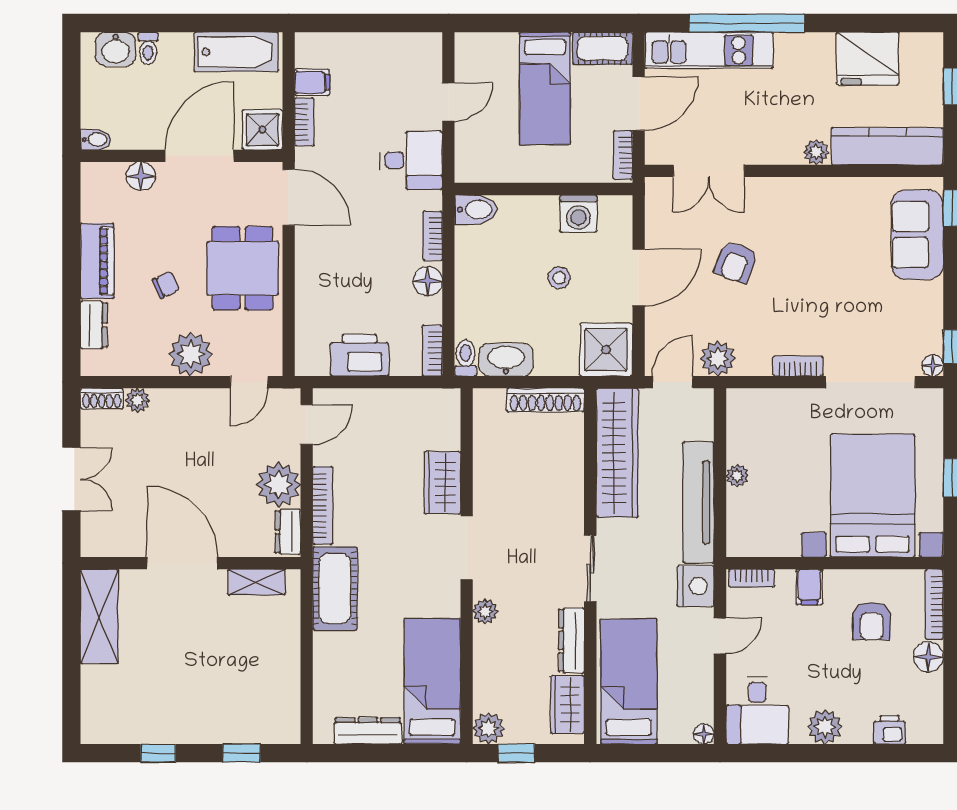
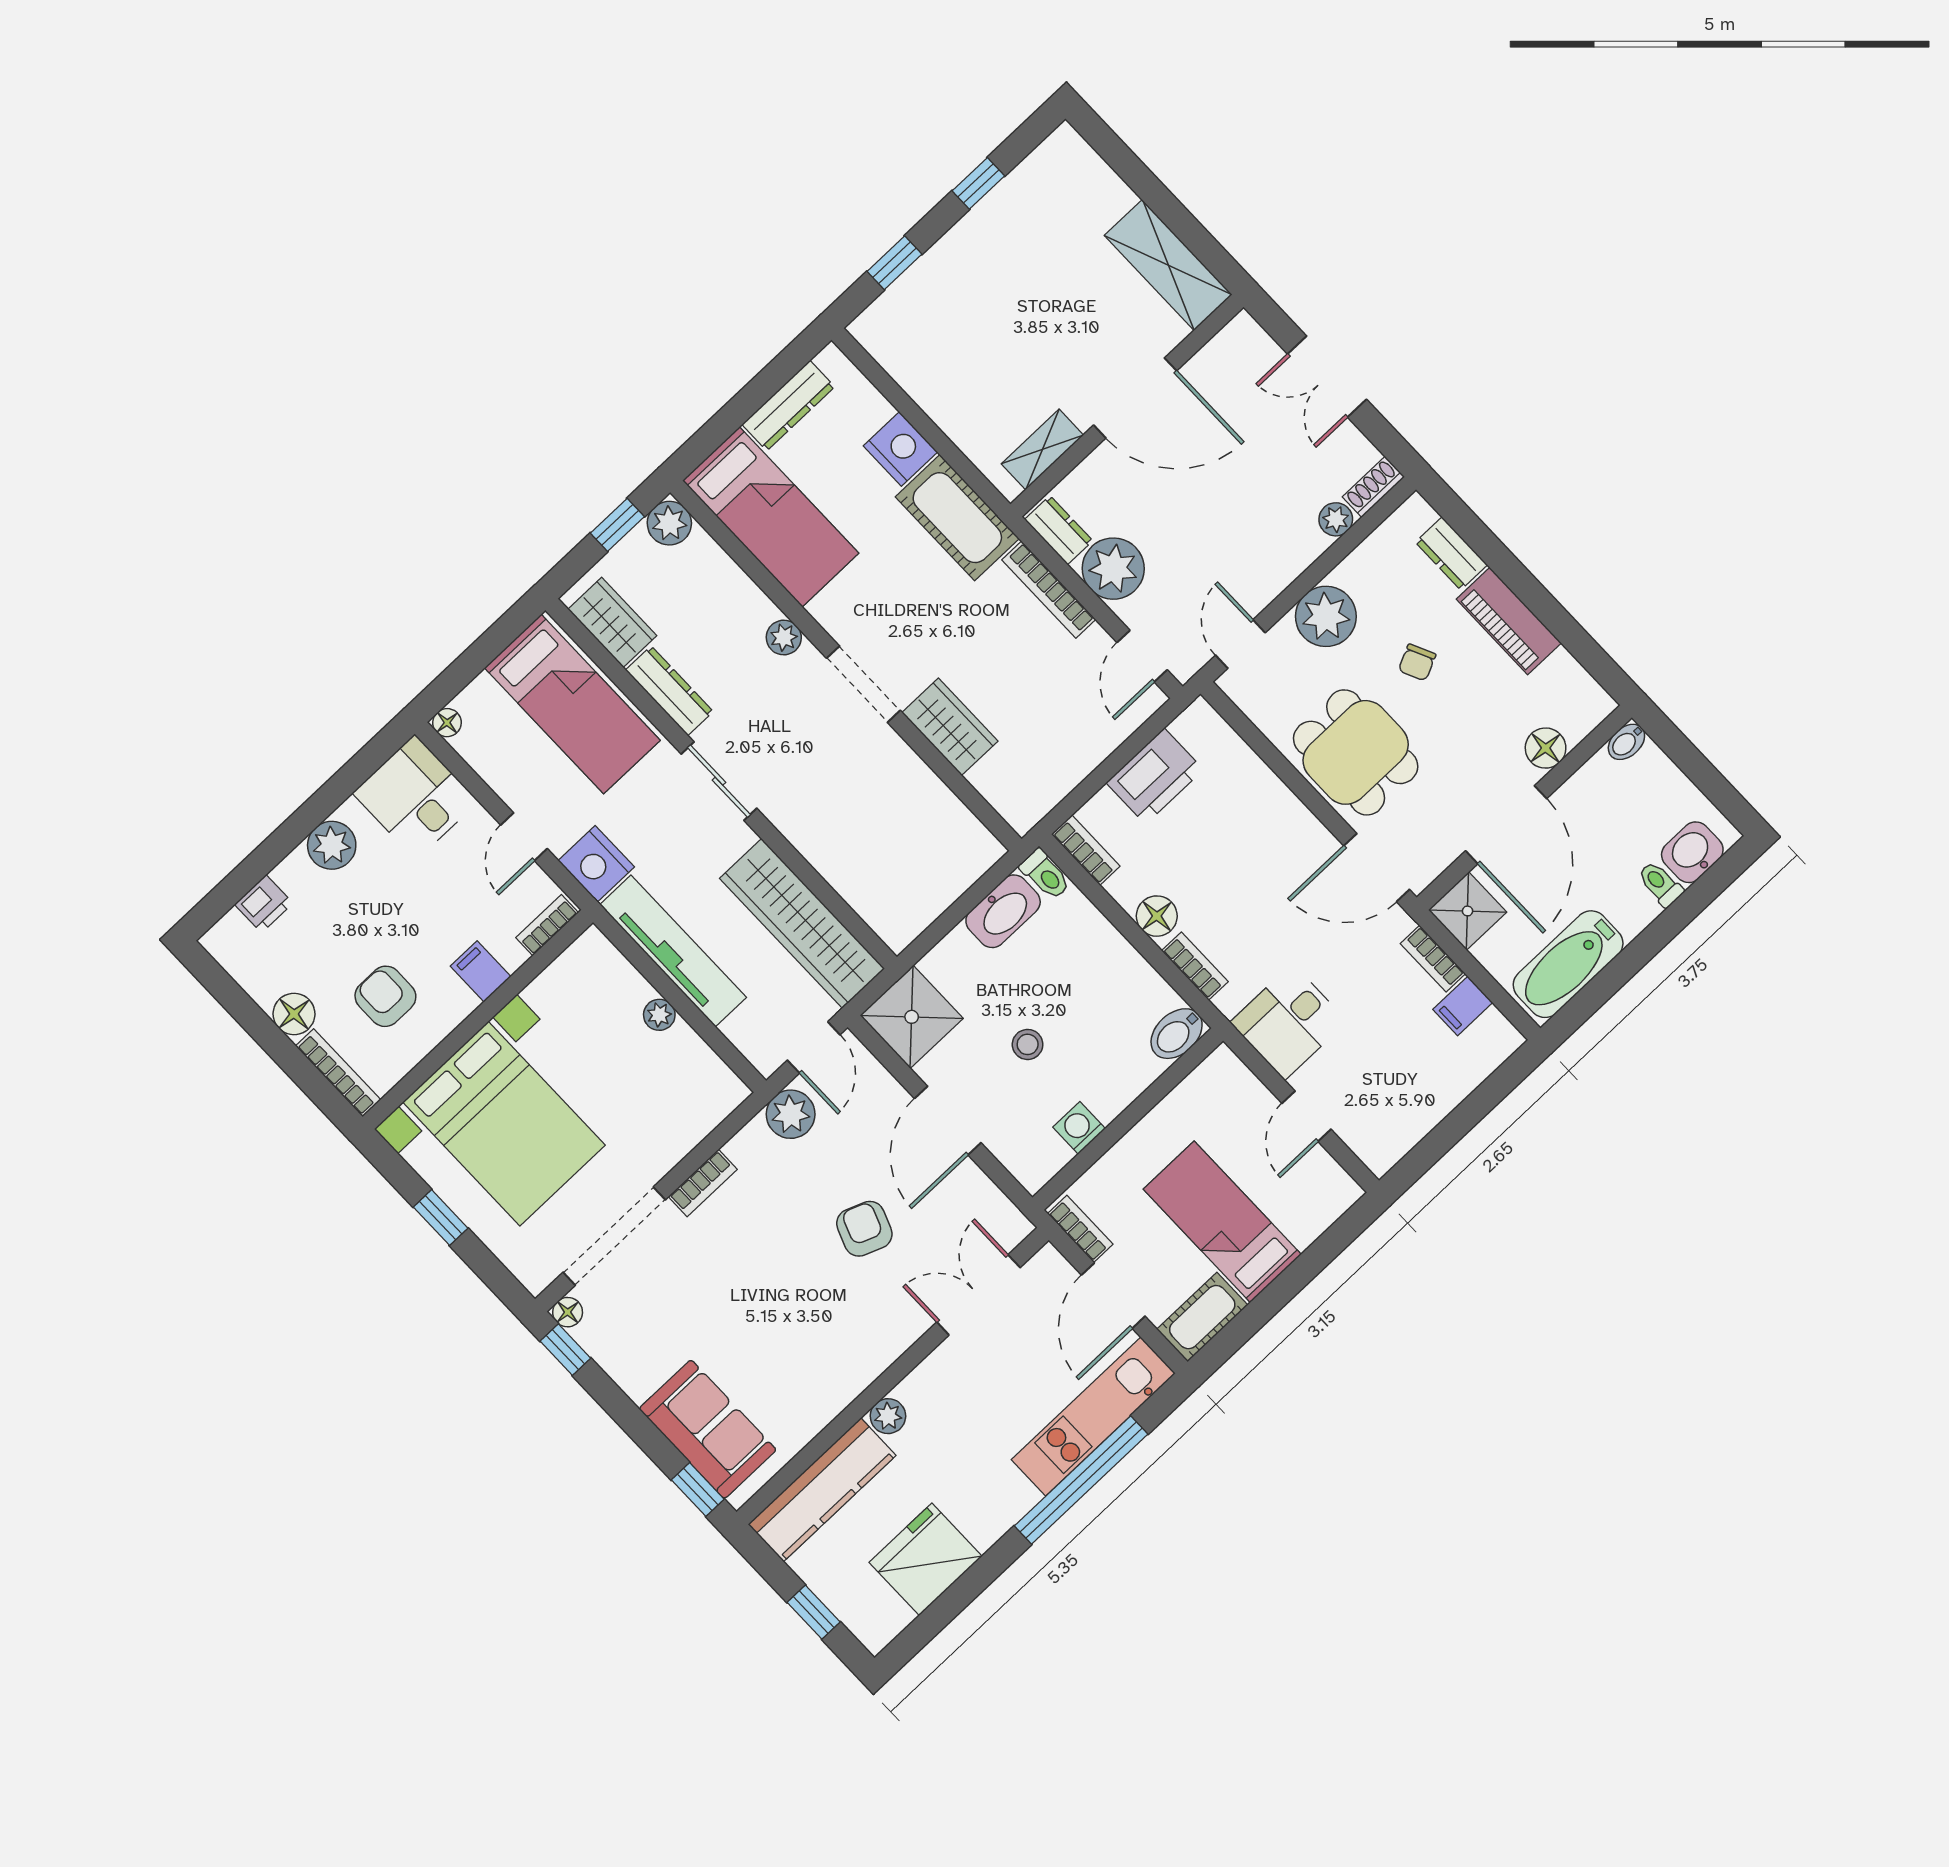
washing machine: (578, 214) -> (1079, 1128), width x0.73, depth x0.73
shoe rack: (545, 400) -> (925, 908), removed
nightstand: (331, 653) -> (900, 449), added

